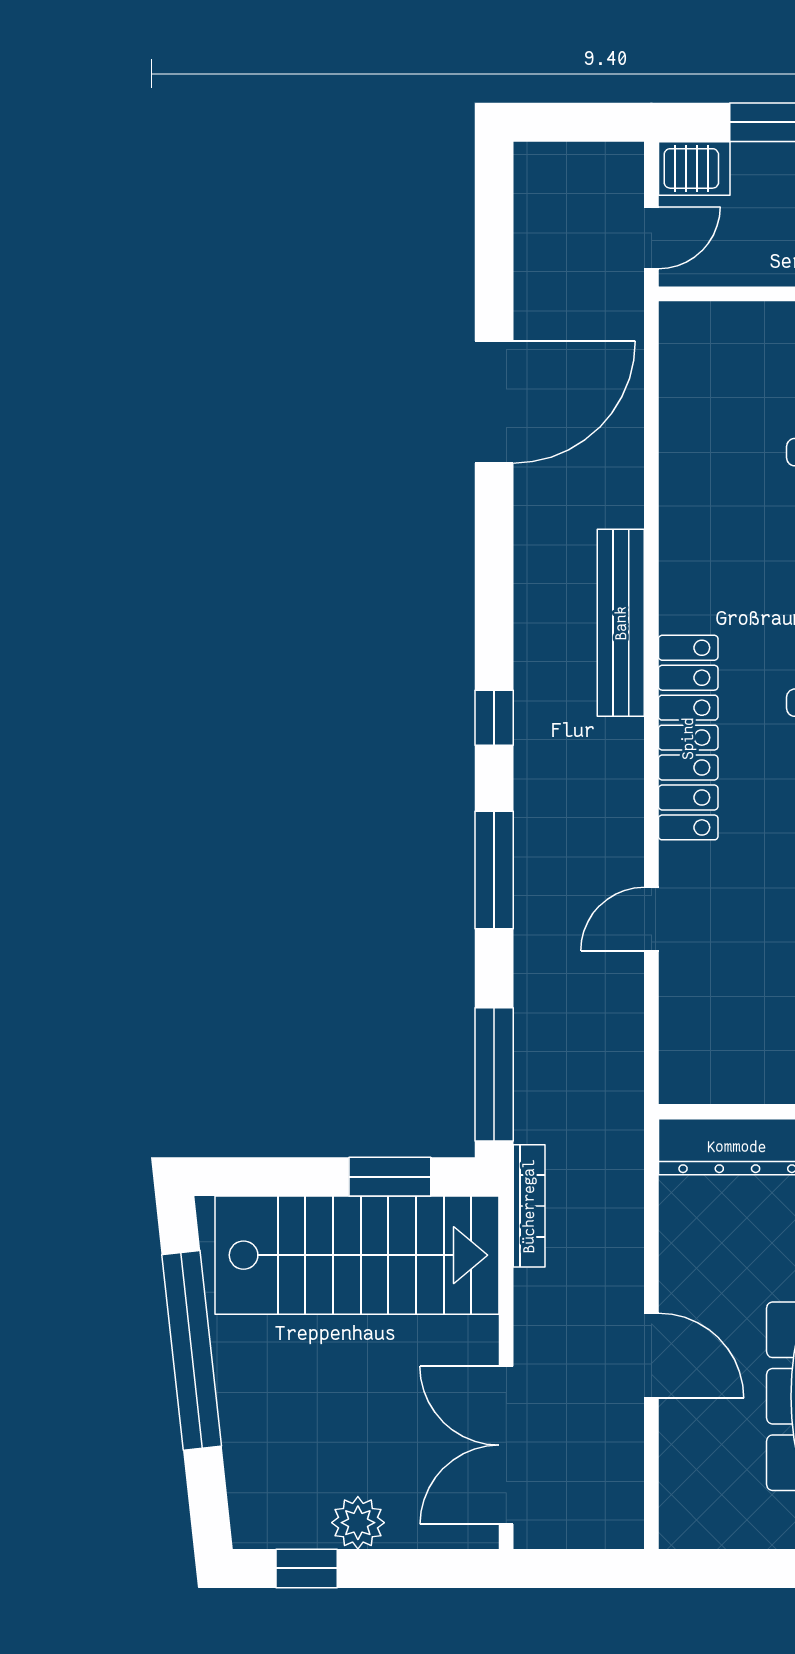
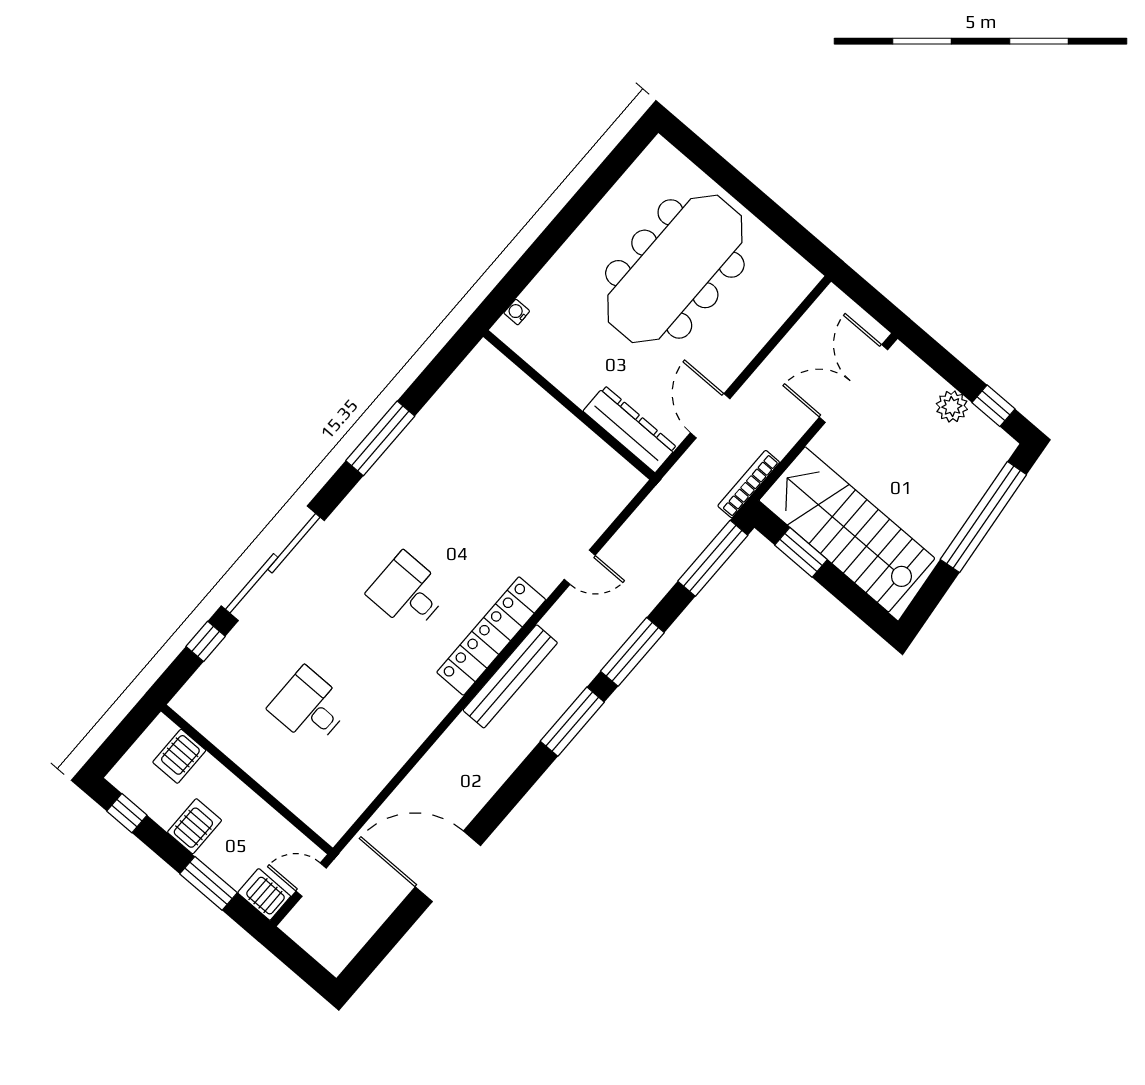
bench: (621, 623) -> (510, 676), moved
window: (494, 718) -> (572, 722), width x2.17
window: (192, 1350) -> (983, 517), moved
door: (651, 1356) -> (710, 416), moved
double door: (506, 1445) -> (853, 384), swing flipped

